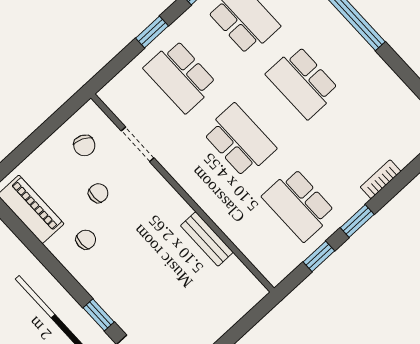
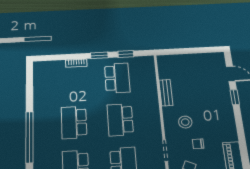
school desk: (303, 82) -> (74, 122), turned 180
stool: (142, 213) -> (185, 122), added
chair: (86, 240) -> (218, 129), removed

